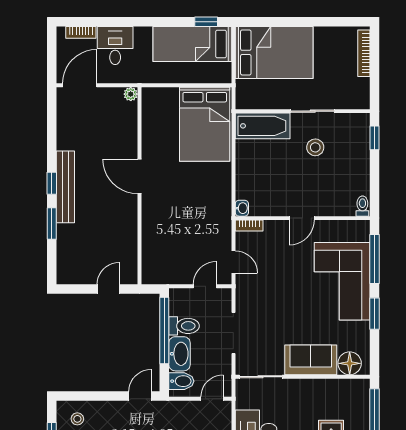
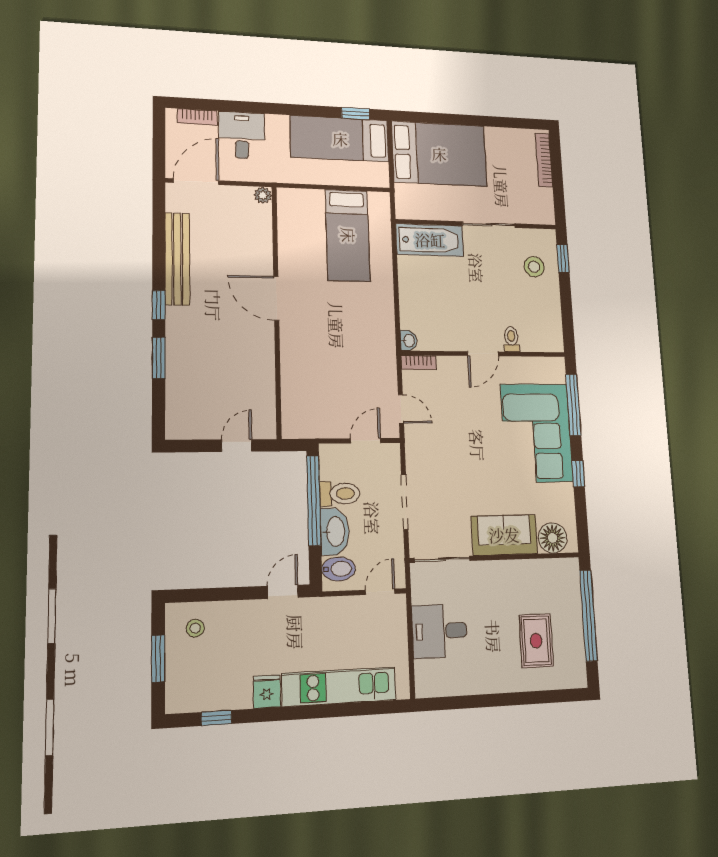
bed: (205, 124) -> (348, 235), width x0.67
stool: (315, 147) -> (534, 267), moved
bench: (65, 187) -> (177, 259), moved
toilet: (362, 206) -> (511, 339), moved
window: (375, 314) -> (578, 473), width x0.67

